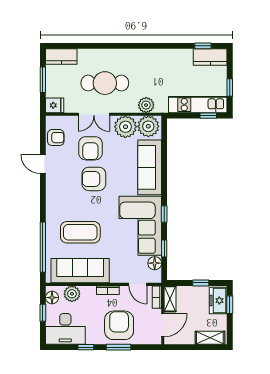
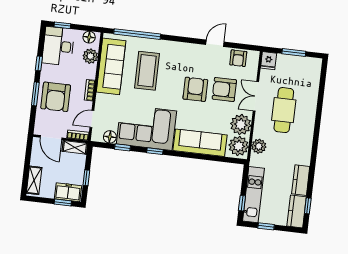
kitchen counter: (61, 57) -> (301, 180), moved
window: (43, 313) -> (62, 25), moved
armchair: (119, 325) -> (56, 97), turned 90

